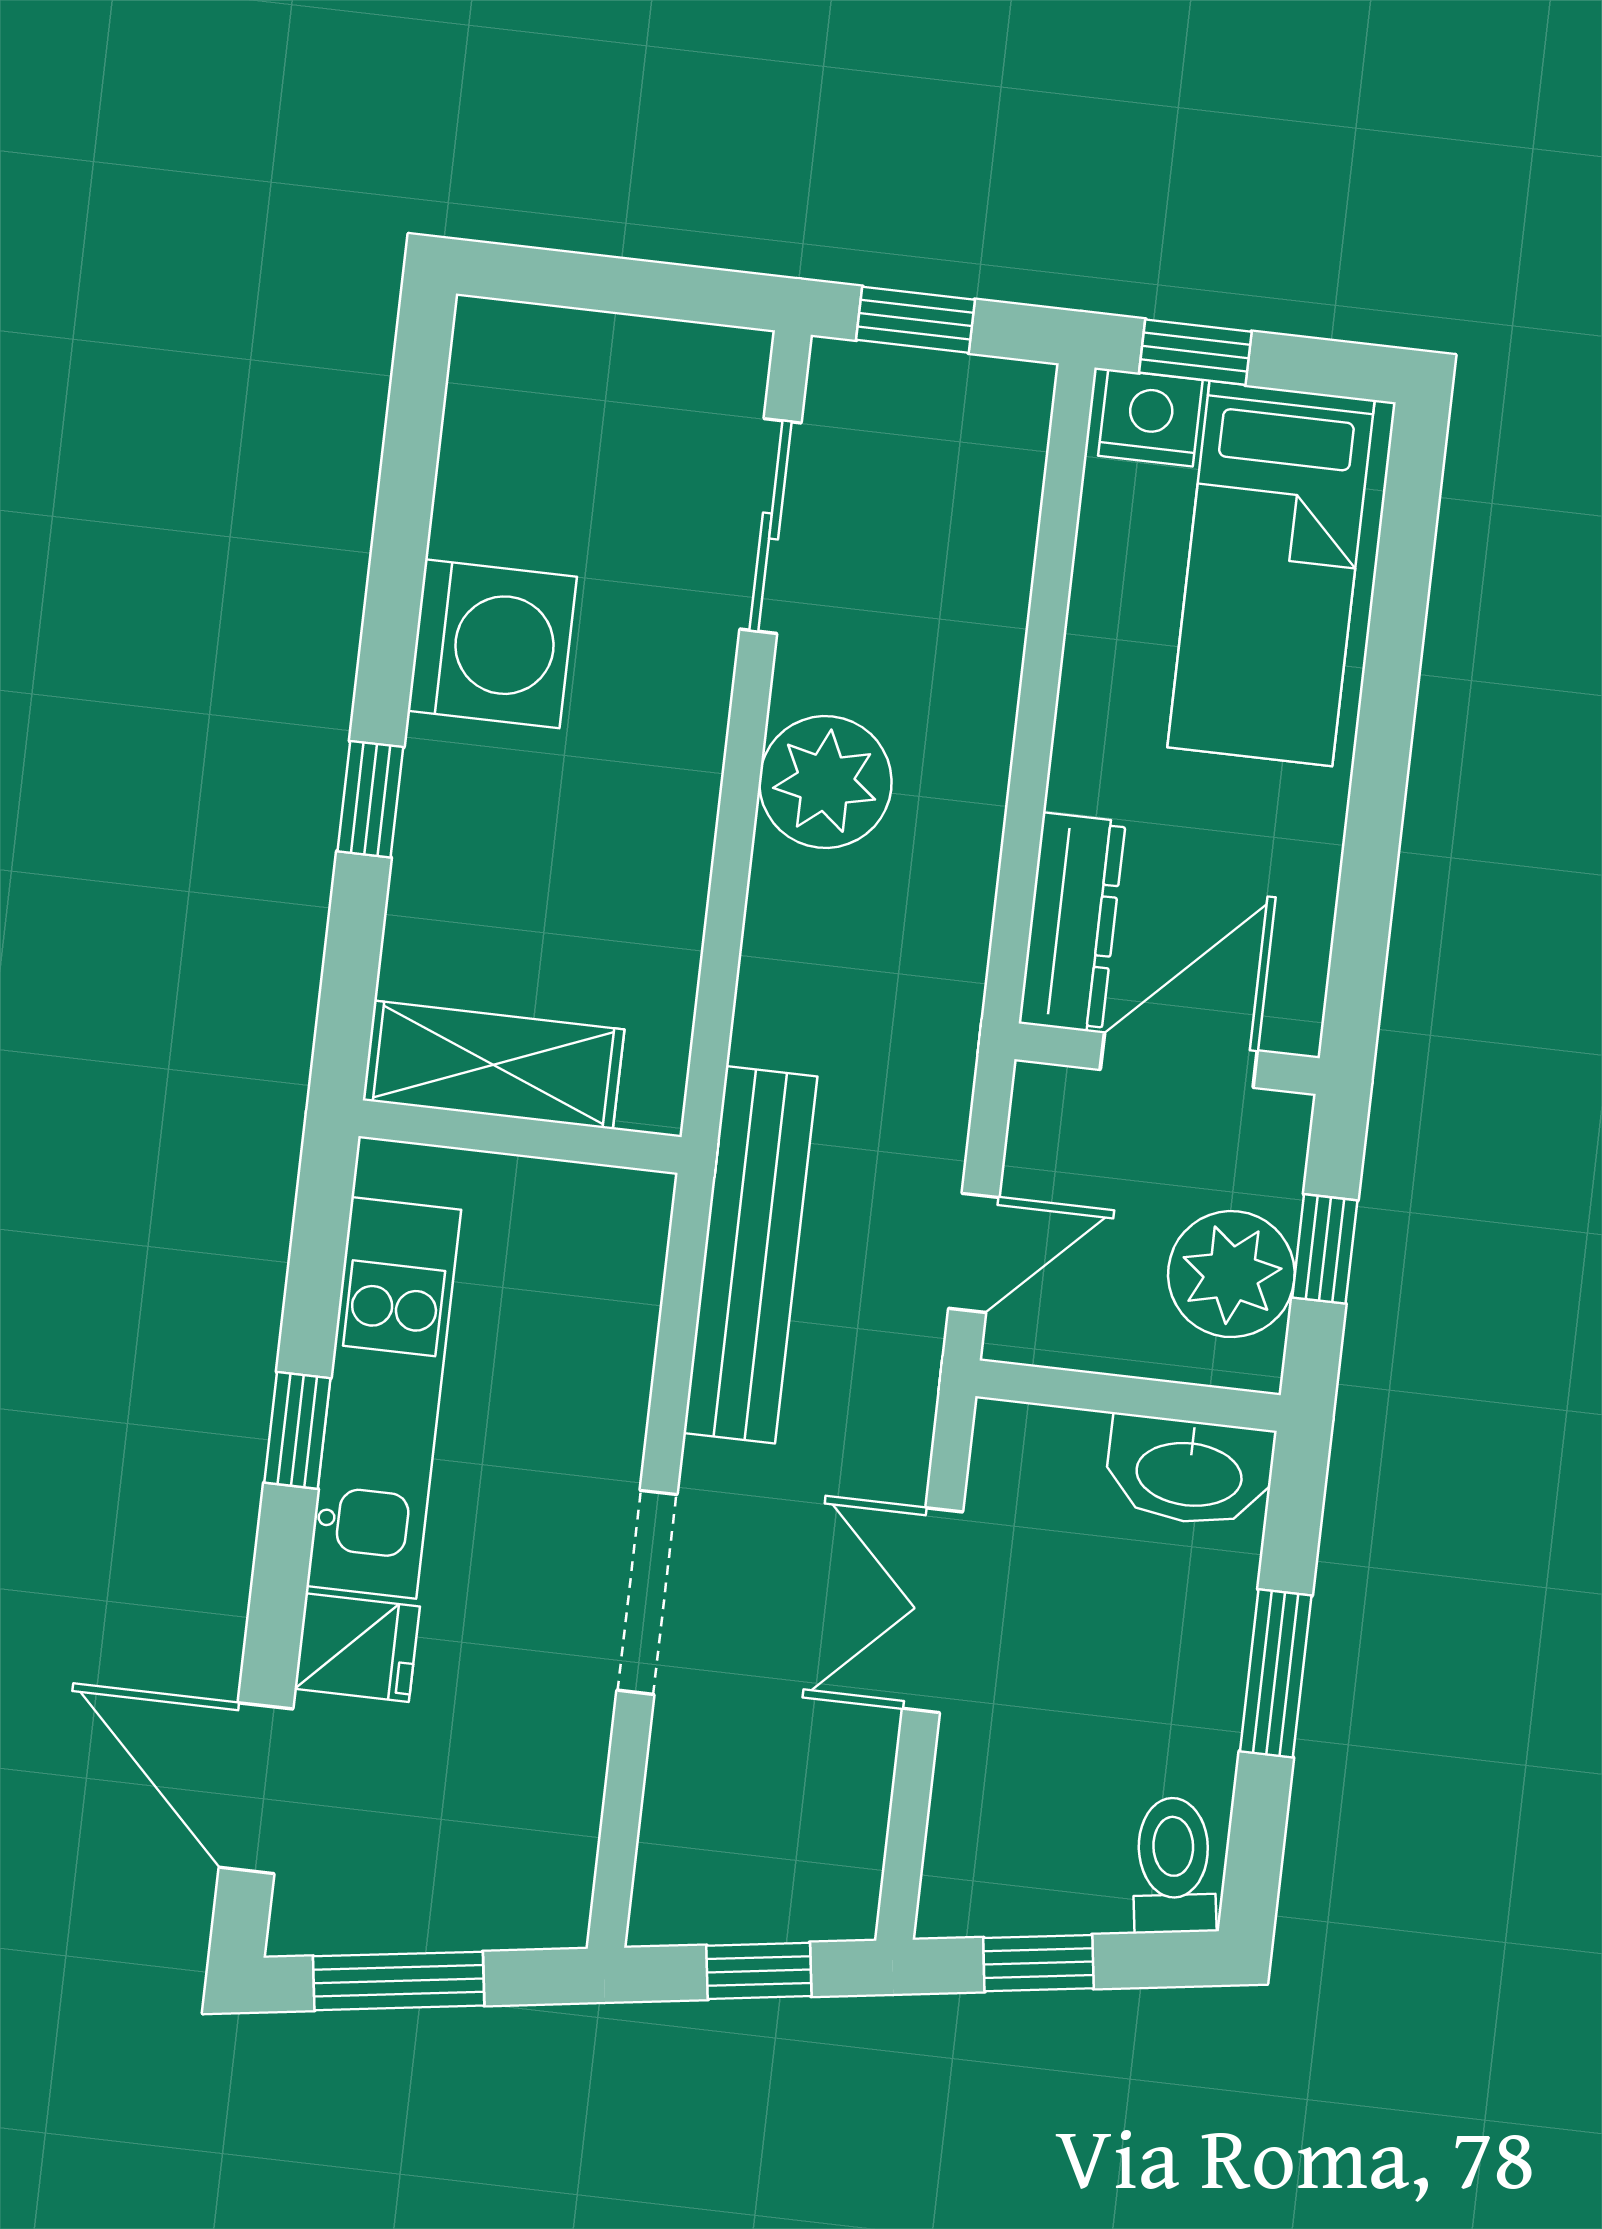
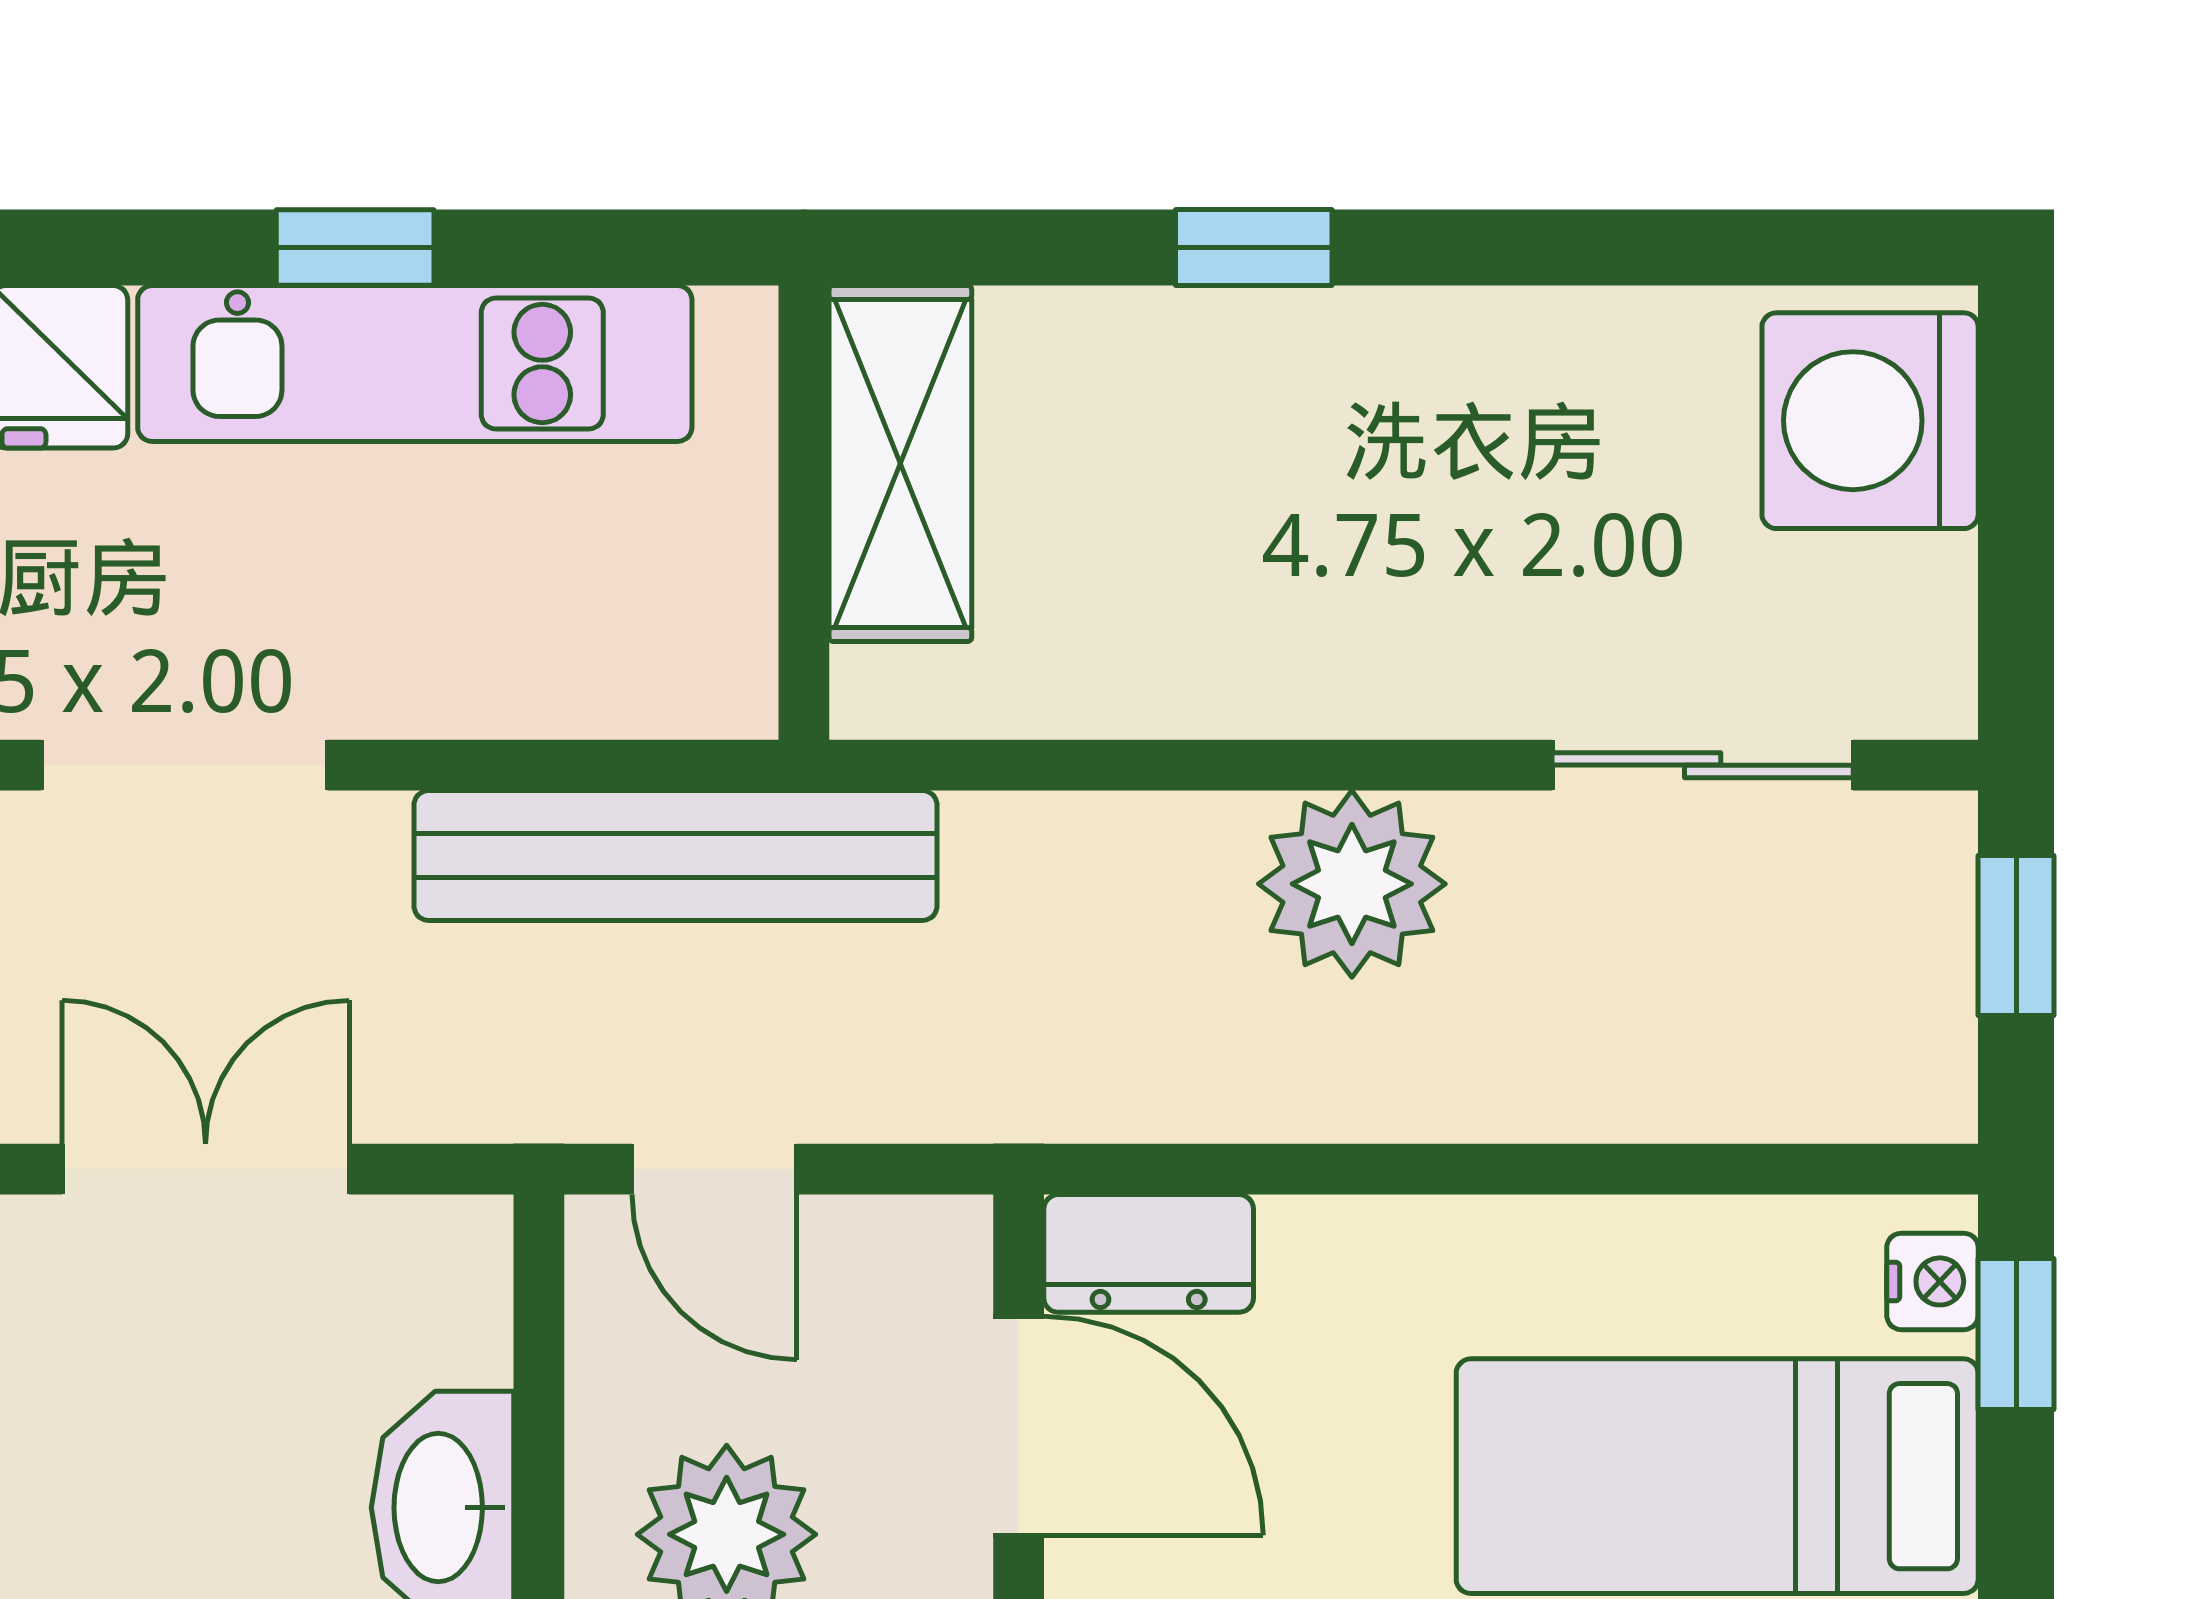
nightstand: (1150, 418) -> (1932, 1281), width x0.72, depth x0.74
washing machine: (492, 644) -> (1870, 421), moved, turned 90
dresser: (1072, 923) -> (1149, 1253), width x0.70

